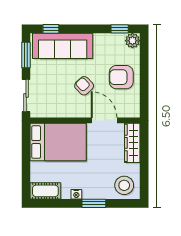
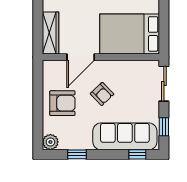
window: (120, 29) -> (77, 154), moved
window: (26, 55) -> (164, 127), width x0.67
door: (104, 120) -> (81, 57), hinge flipped

